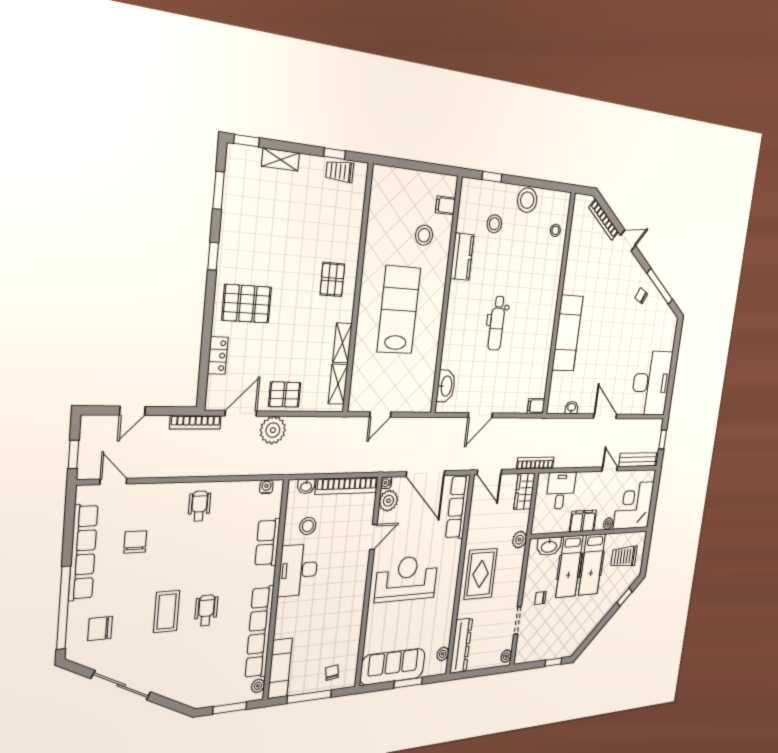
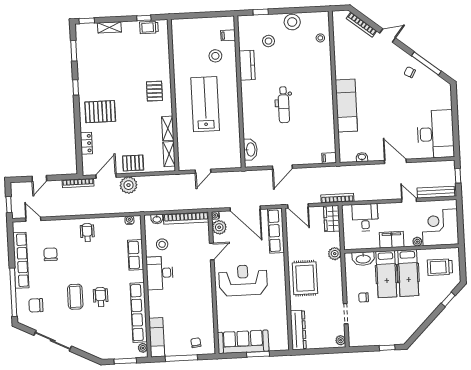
plant: (443, 654) -> (283, 335), removed

